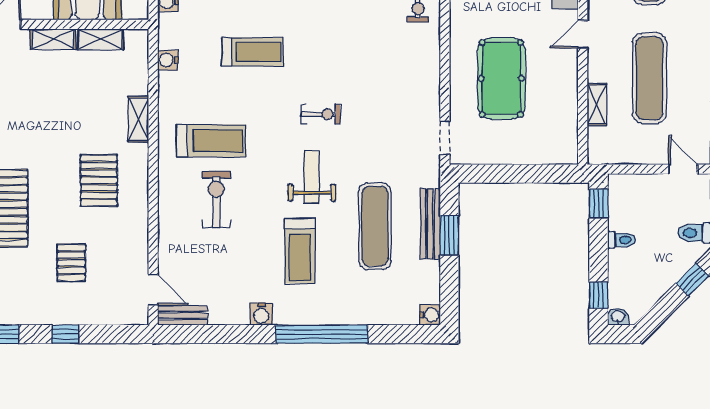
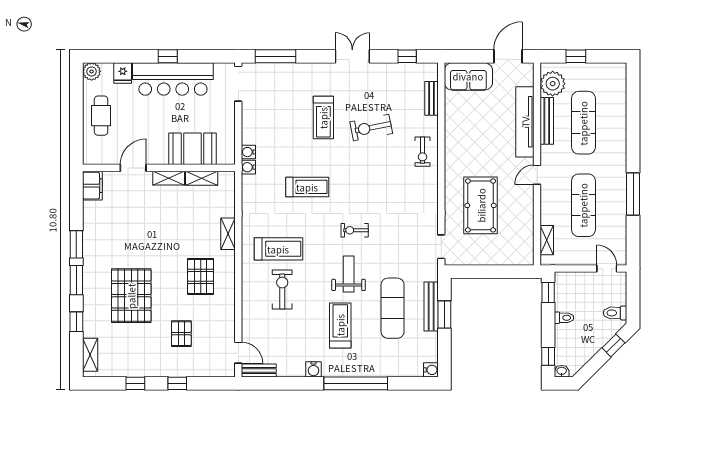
water cooler: (168, 60) -> (248, 167), moved
shelving: (597, 104) -> (547, 240), moved
exercise bike: (320, 114) -> (355, 230), turned 180
treadmill: (300, 251) -> (340, 325), turned 180

